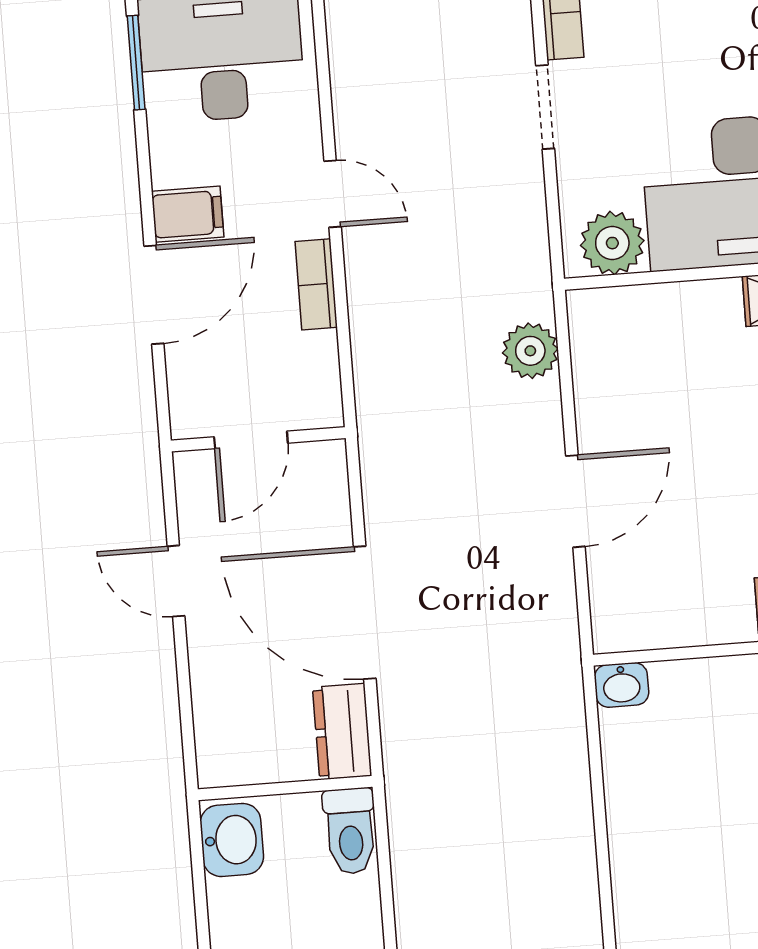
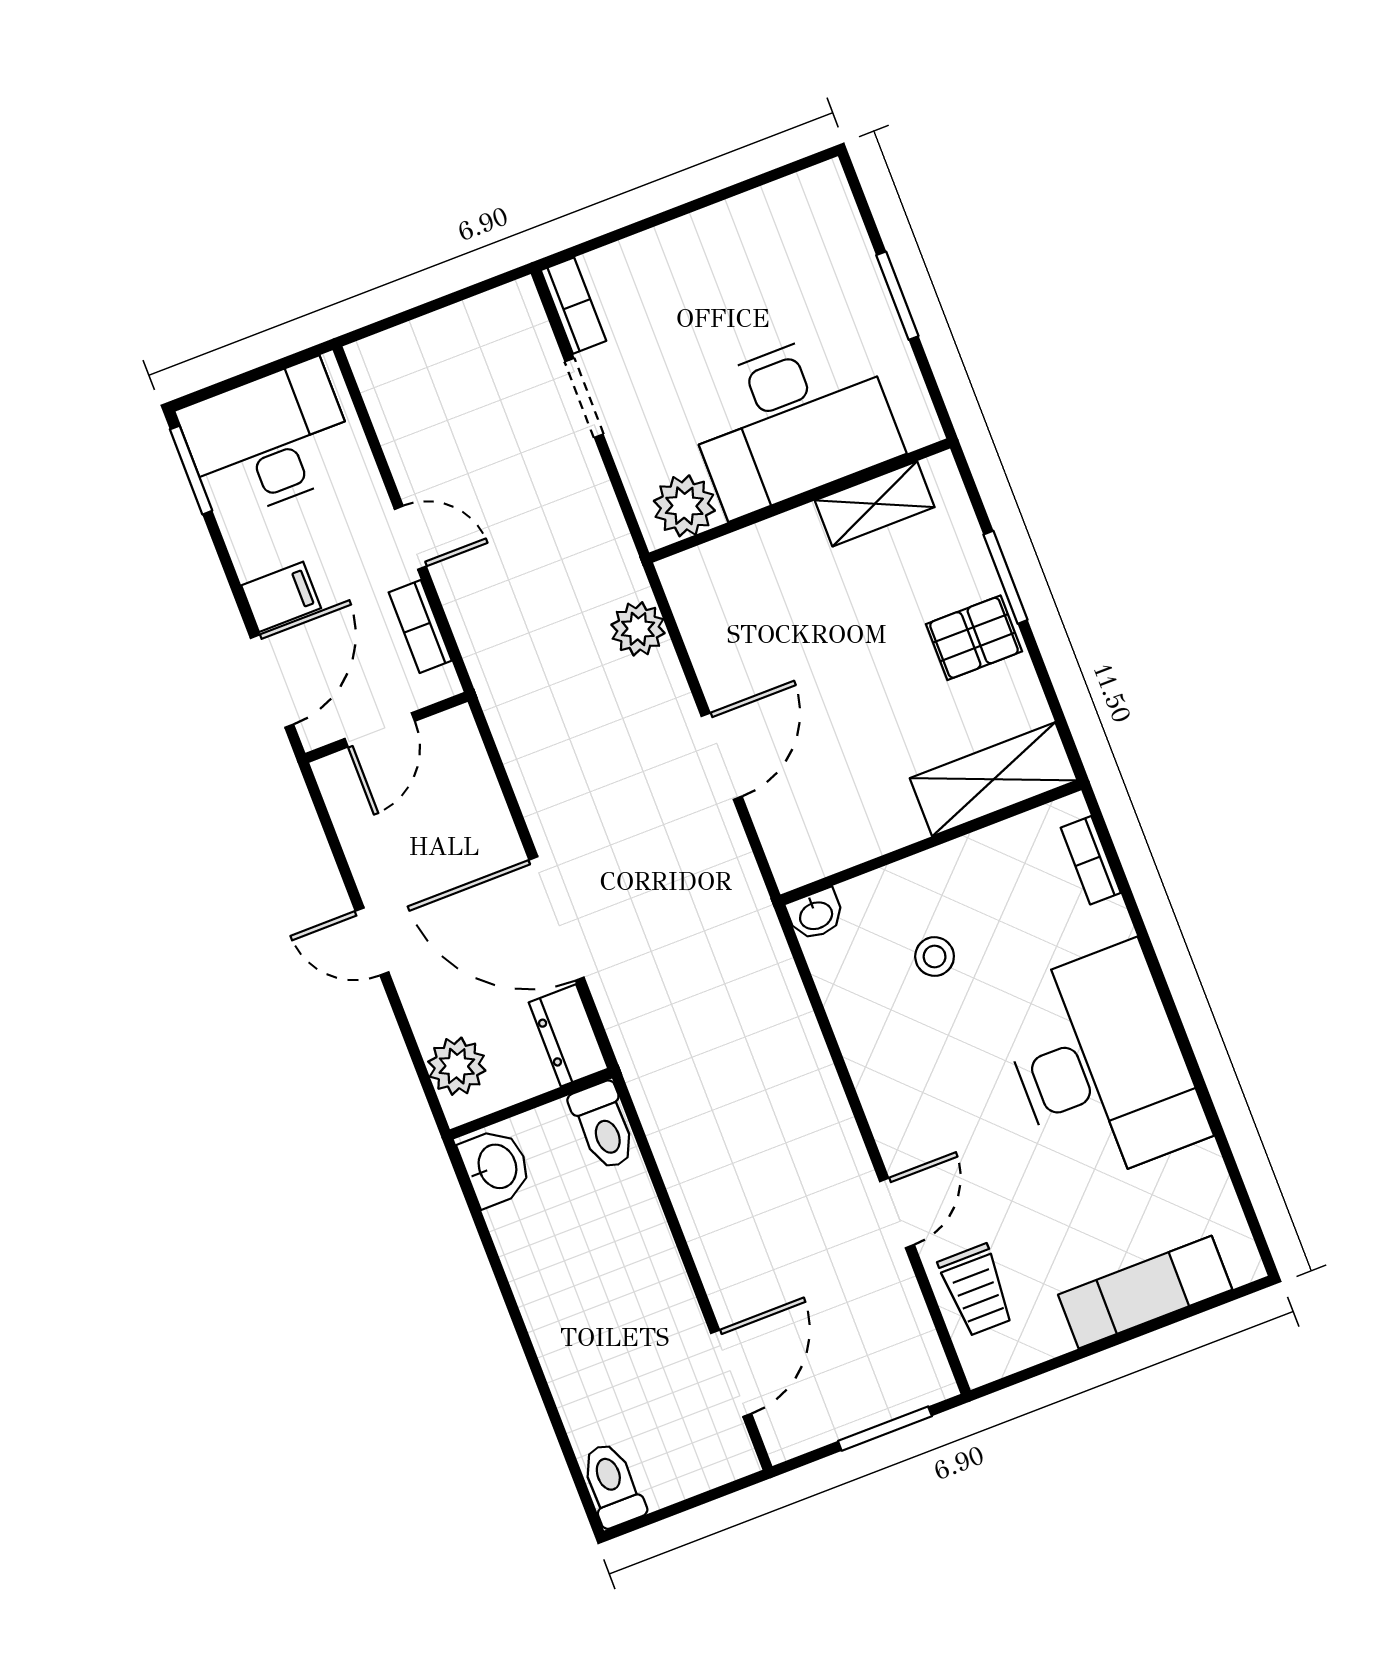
wall: (258, 439) -> (386, 727), moved
door: (251, 440) -> (380, 730), moved
plant: (223, 729) -> (457, 1066), added
stool: (727, 761) -> (935, 957), added

